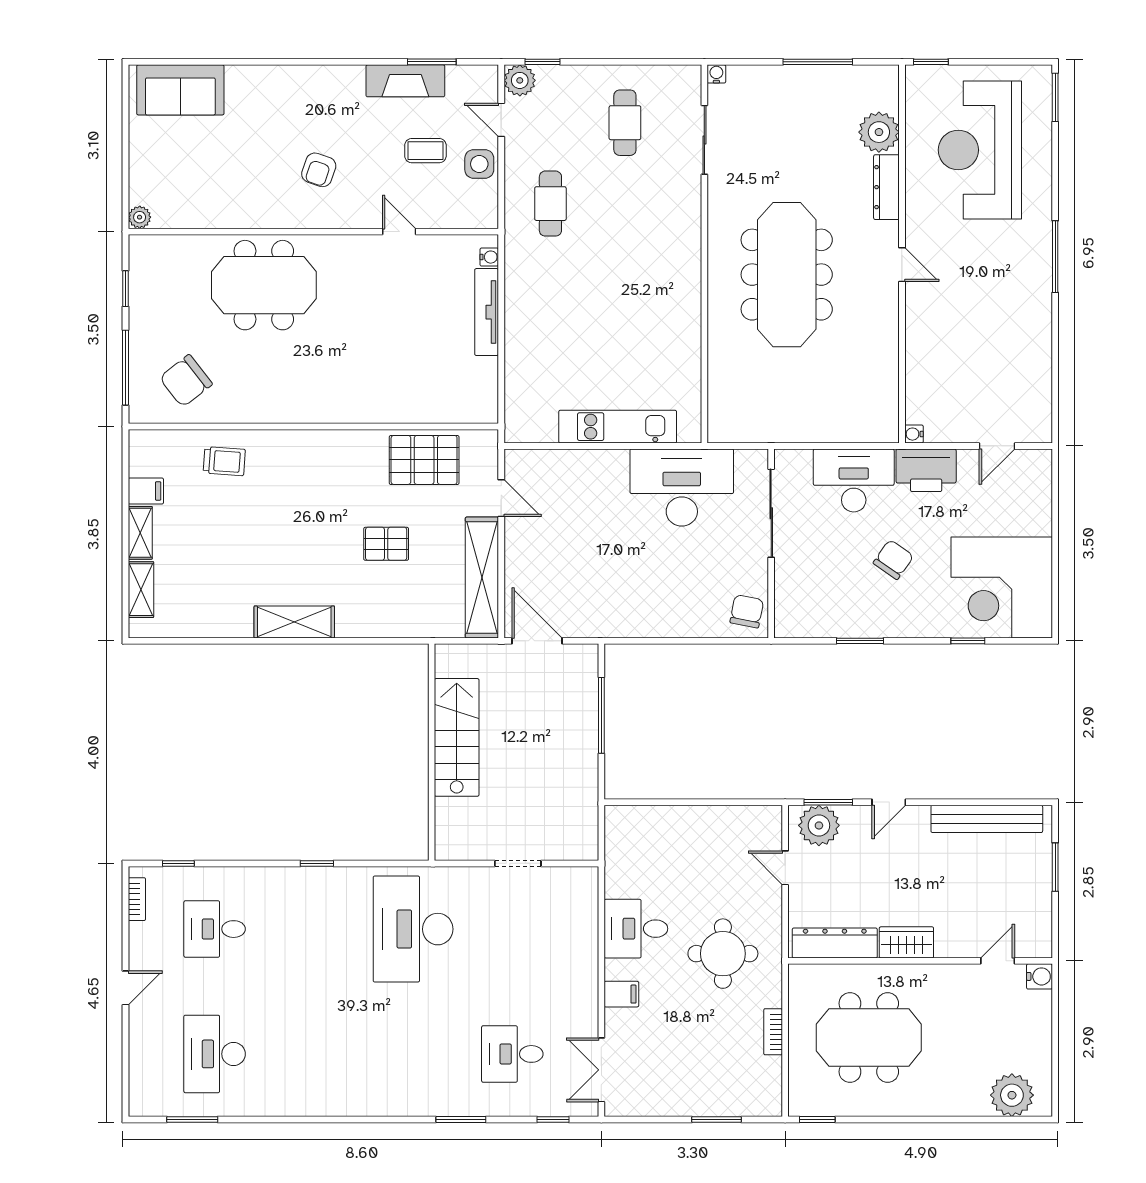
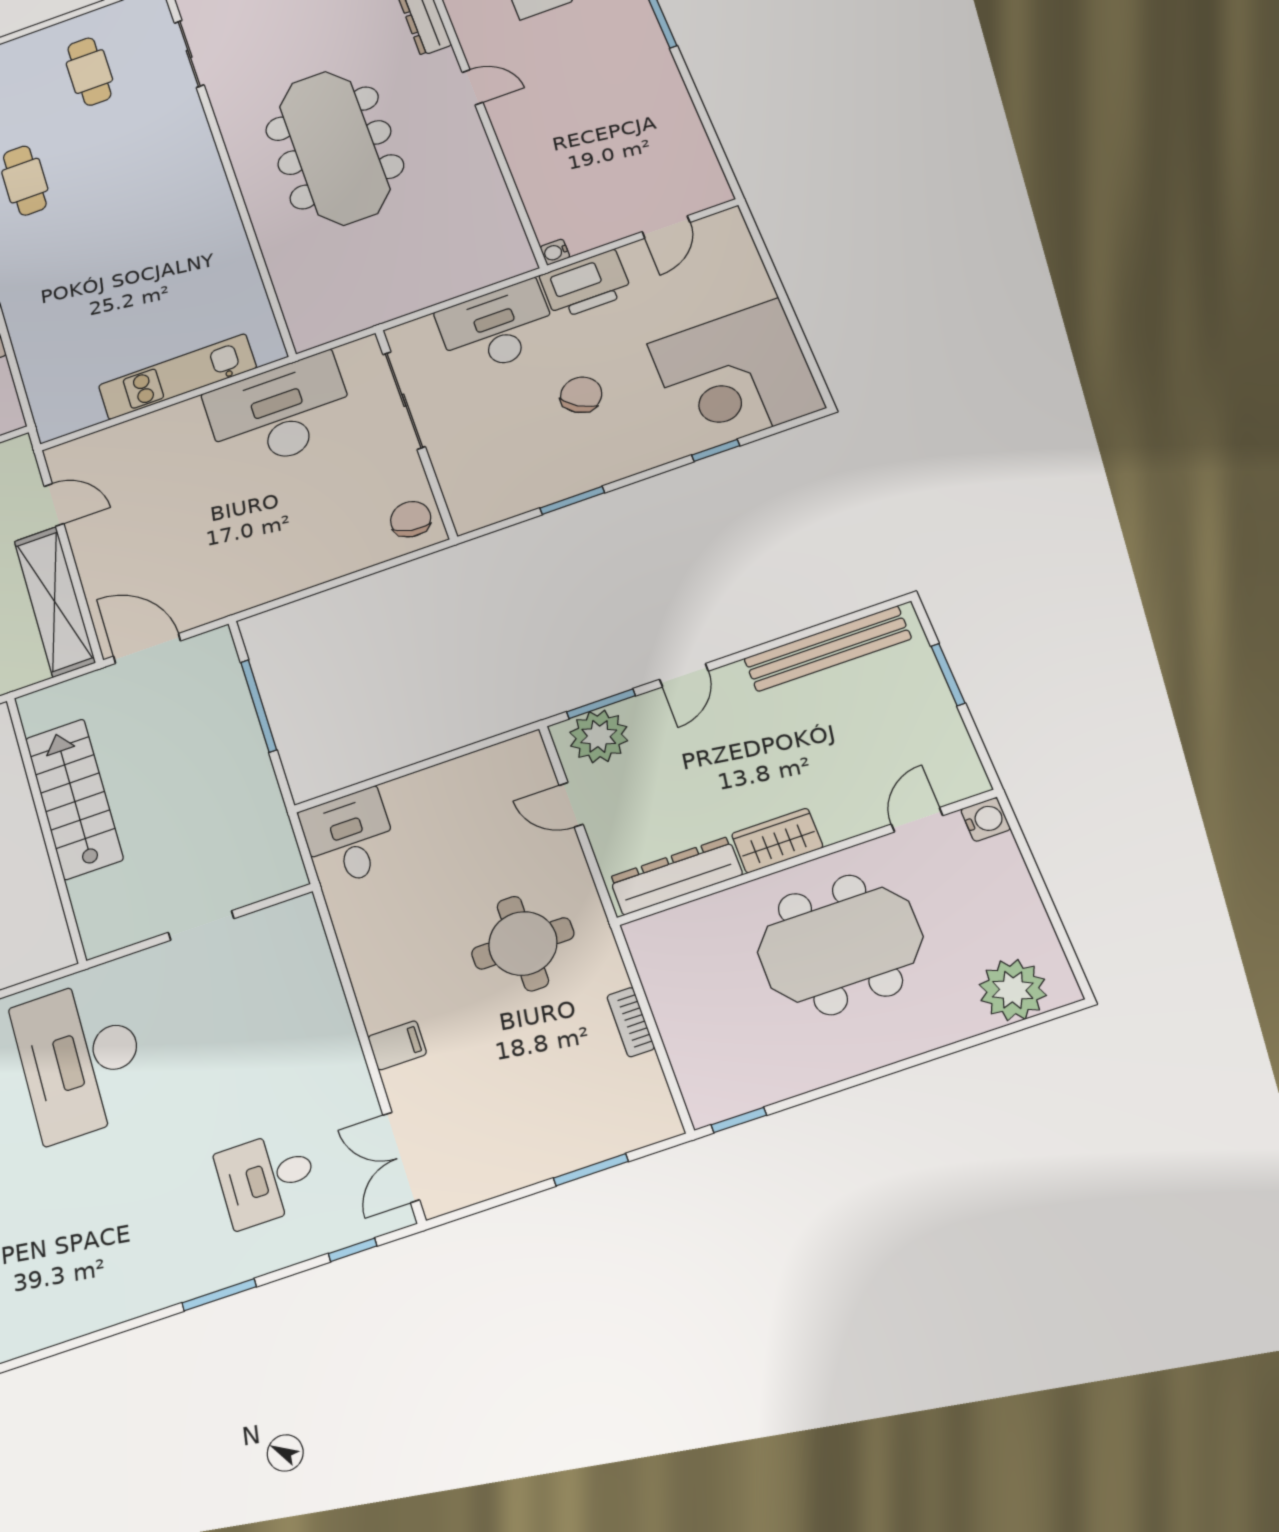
desk: (636, 929) -> (349, 838), moved, turned 90
meeting table: (869, 1038) -> (840, 944), moved

